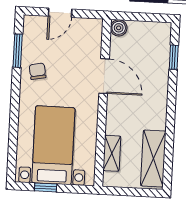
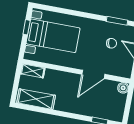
chair: (38, 71) -> (112, 43), moved
shelving: (112, 153) -> (33, 71), moved

